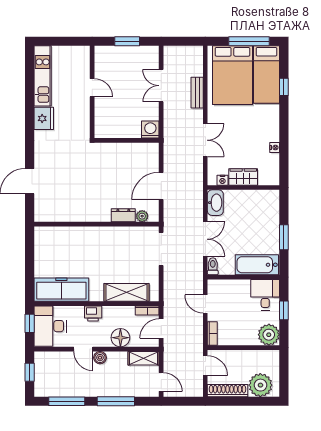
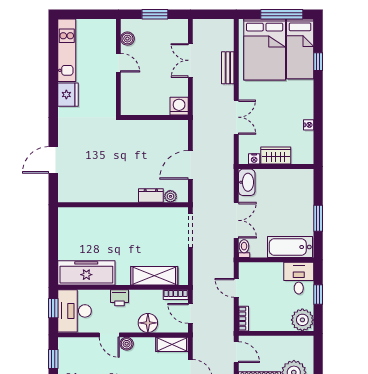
boiler: (101, 65) -> (127, 39), added
door: (161, 329) -> (190, 313), hinge flipped

